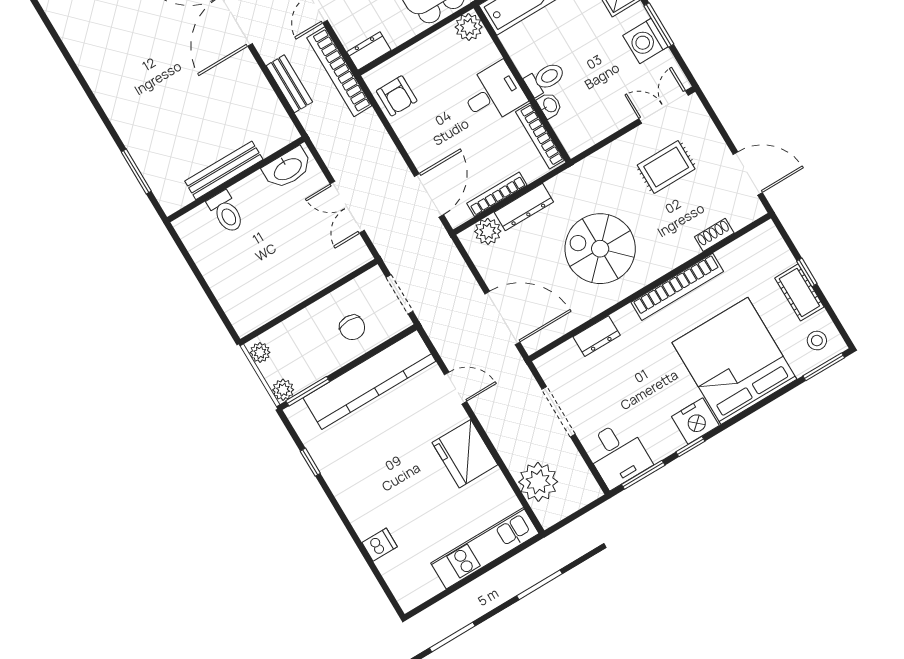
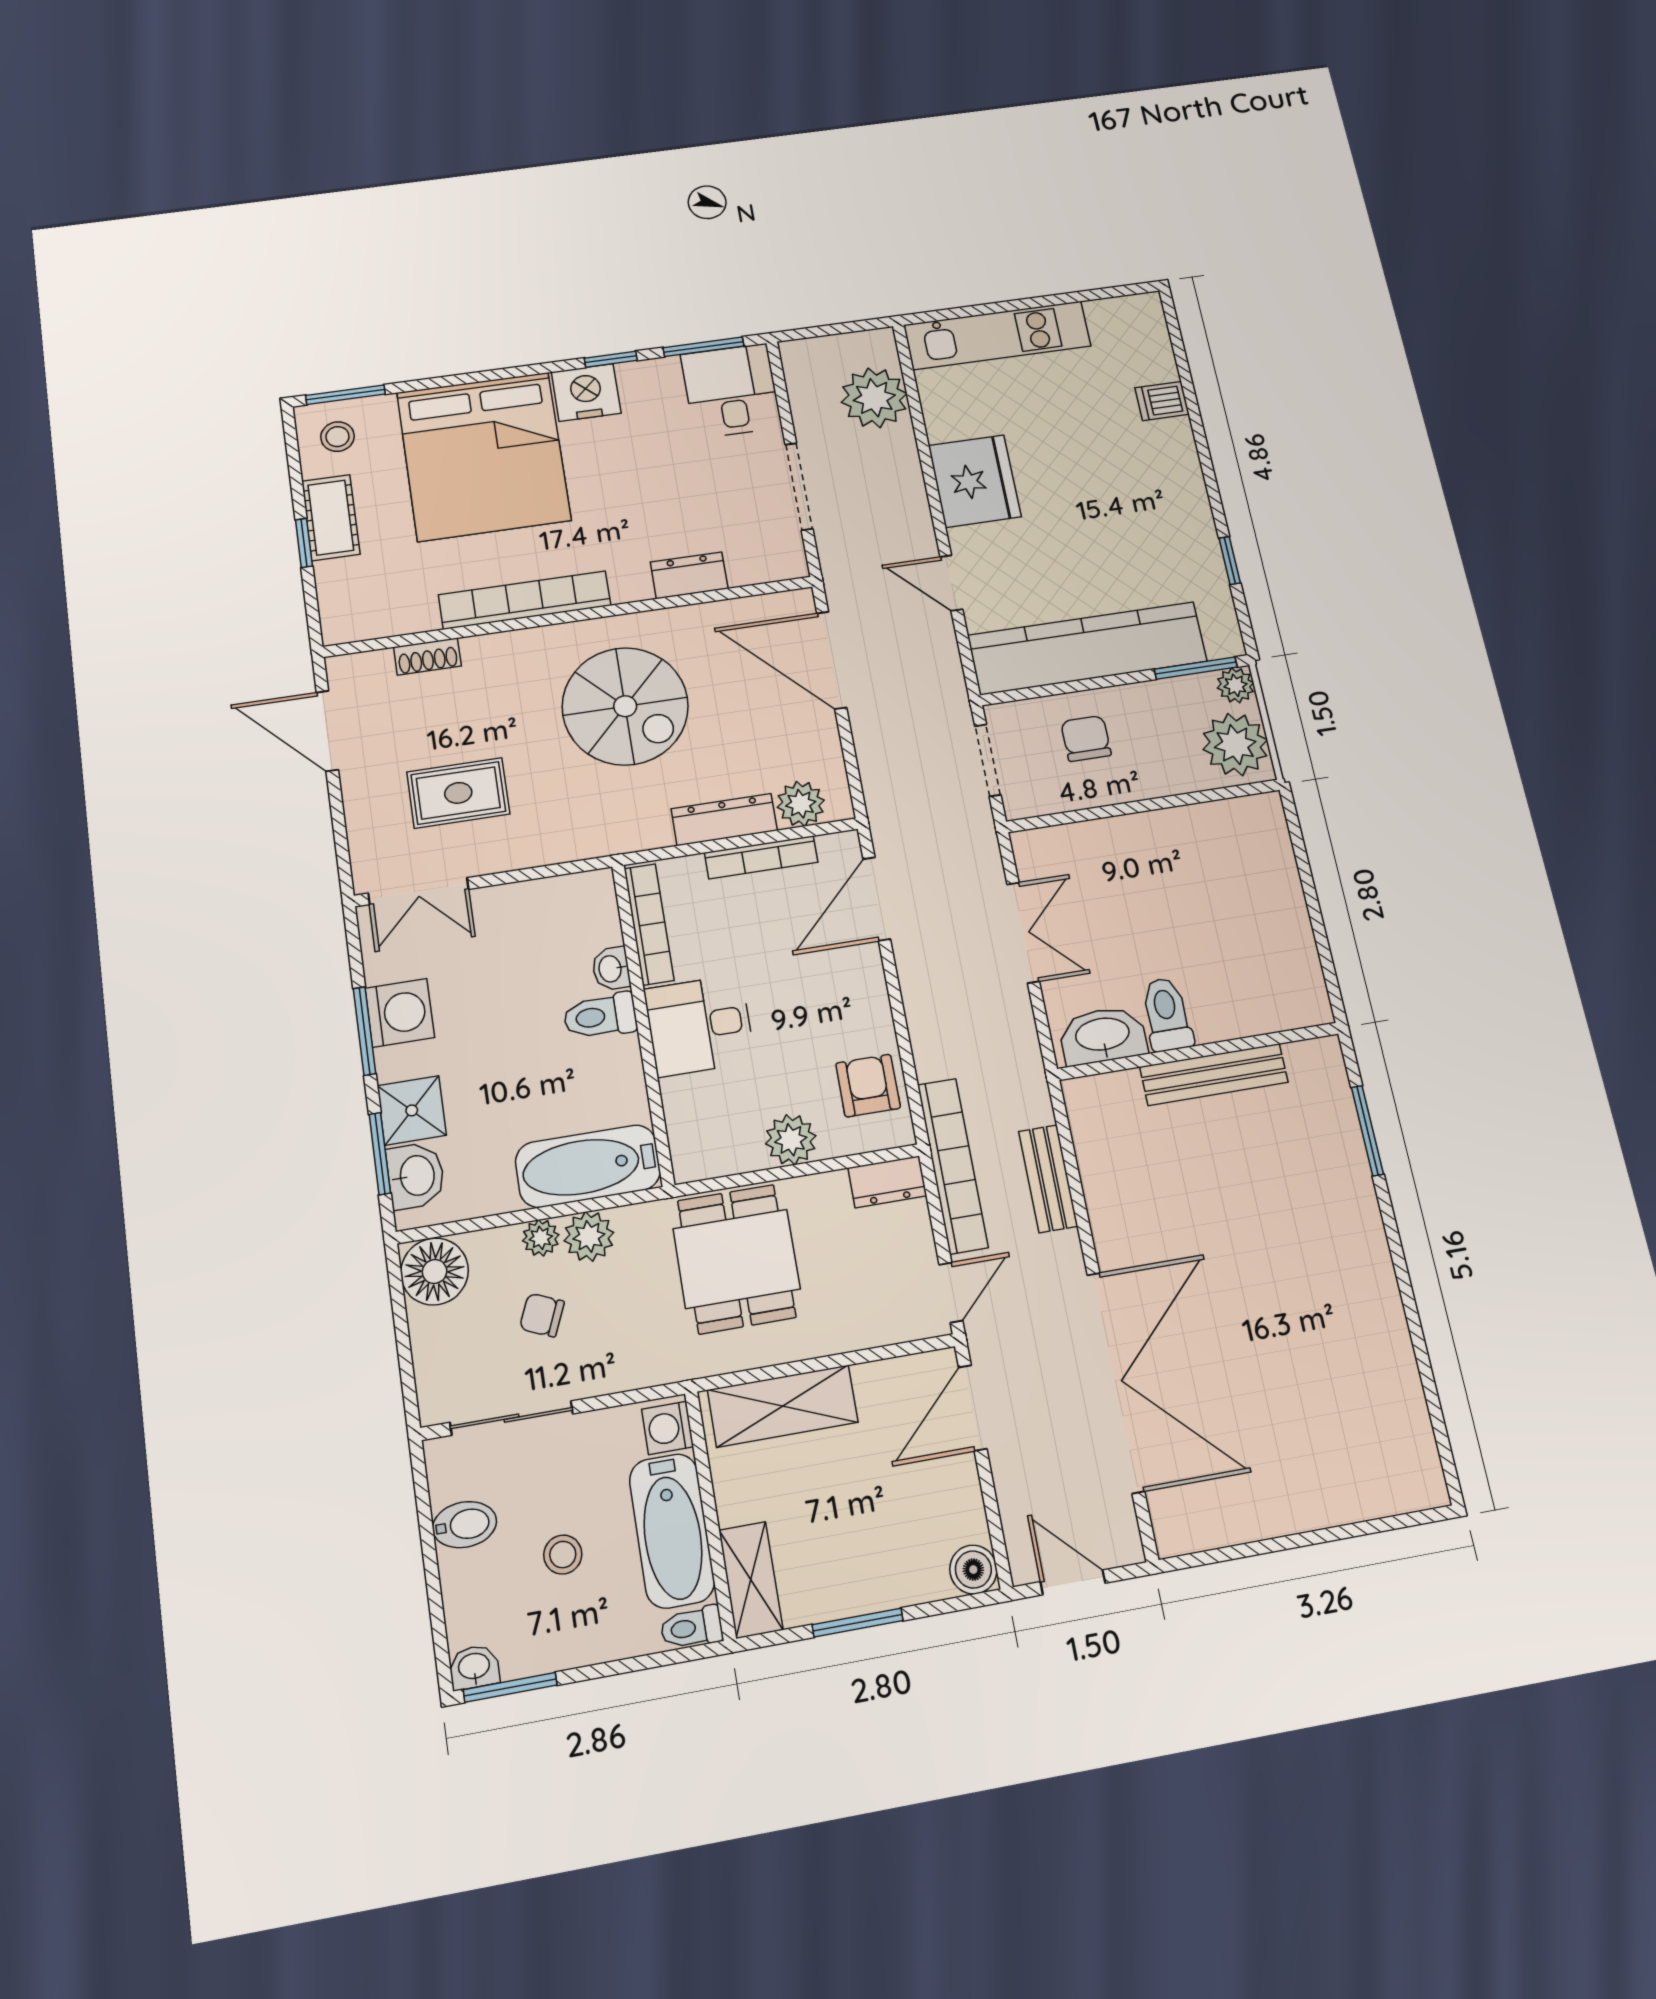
plant: (469, 27) -> (791, 1140), moved
toilet: (226, 212) -> (1167, 1014), moved
plant: (260, 353) -> (1235, 745), width x1.88, depth x1.88

